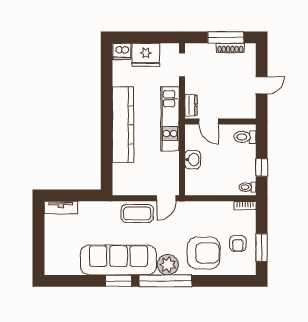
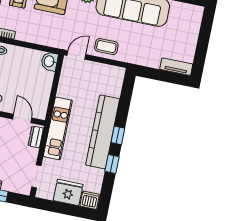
window: (107, 93) -> (112, 164), added
window: (107, 124) -> (118, 135), added
washbasin: (193, 160) -> (49, 61), moved
coffee table: (137, 213) -> (106, 47), width x0.73, depth x0.77

